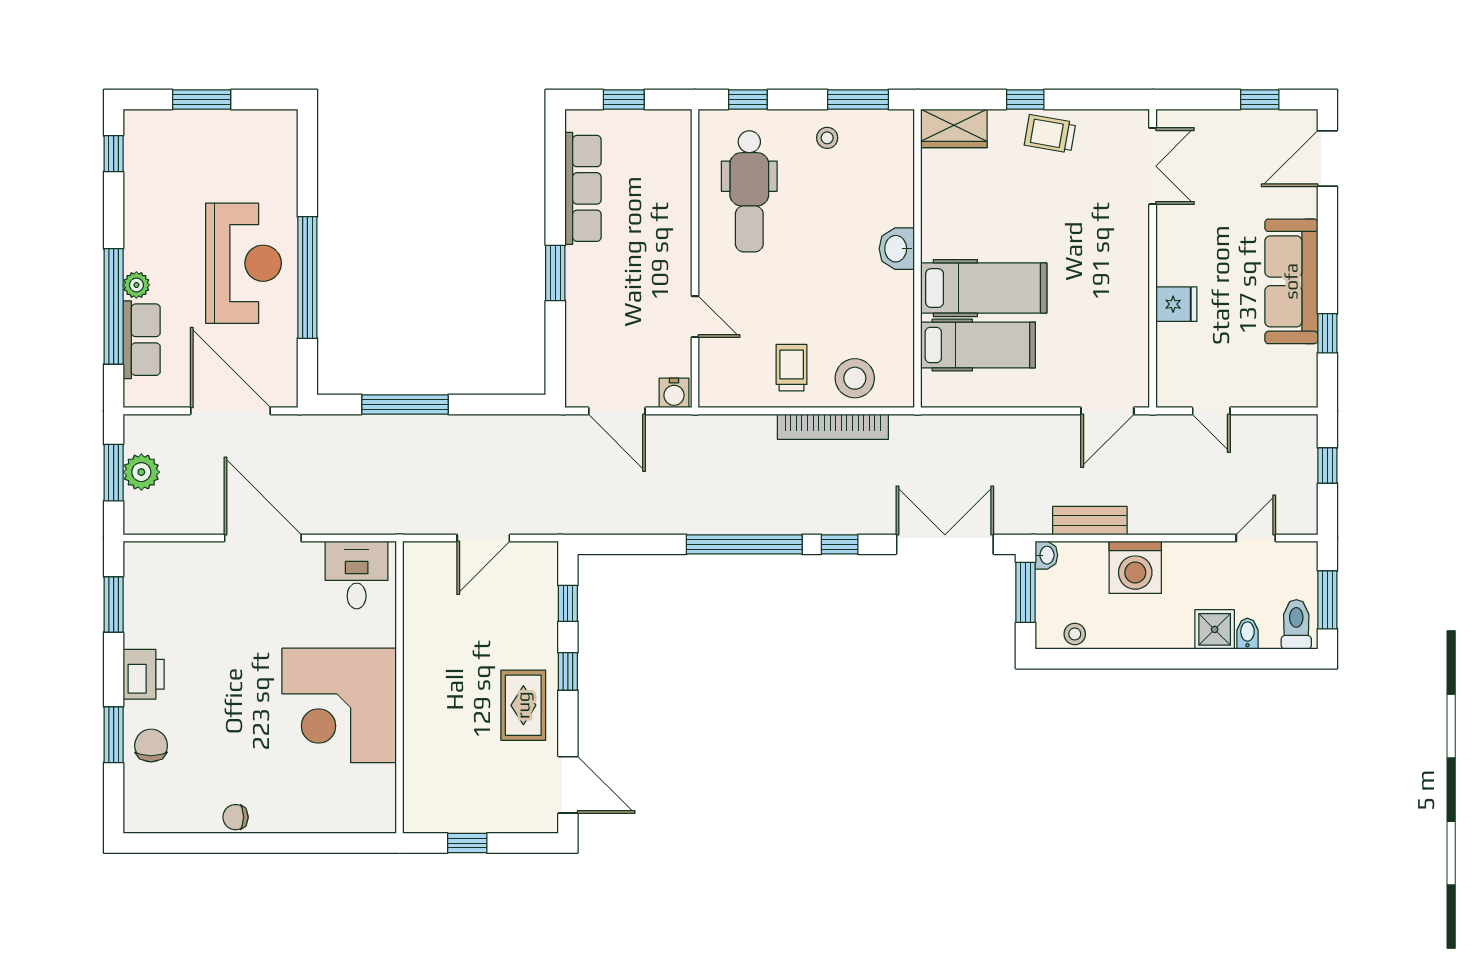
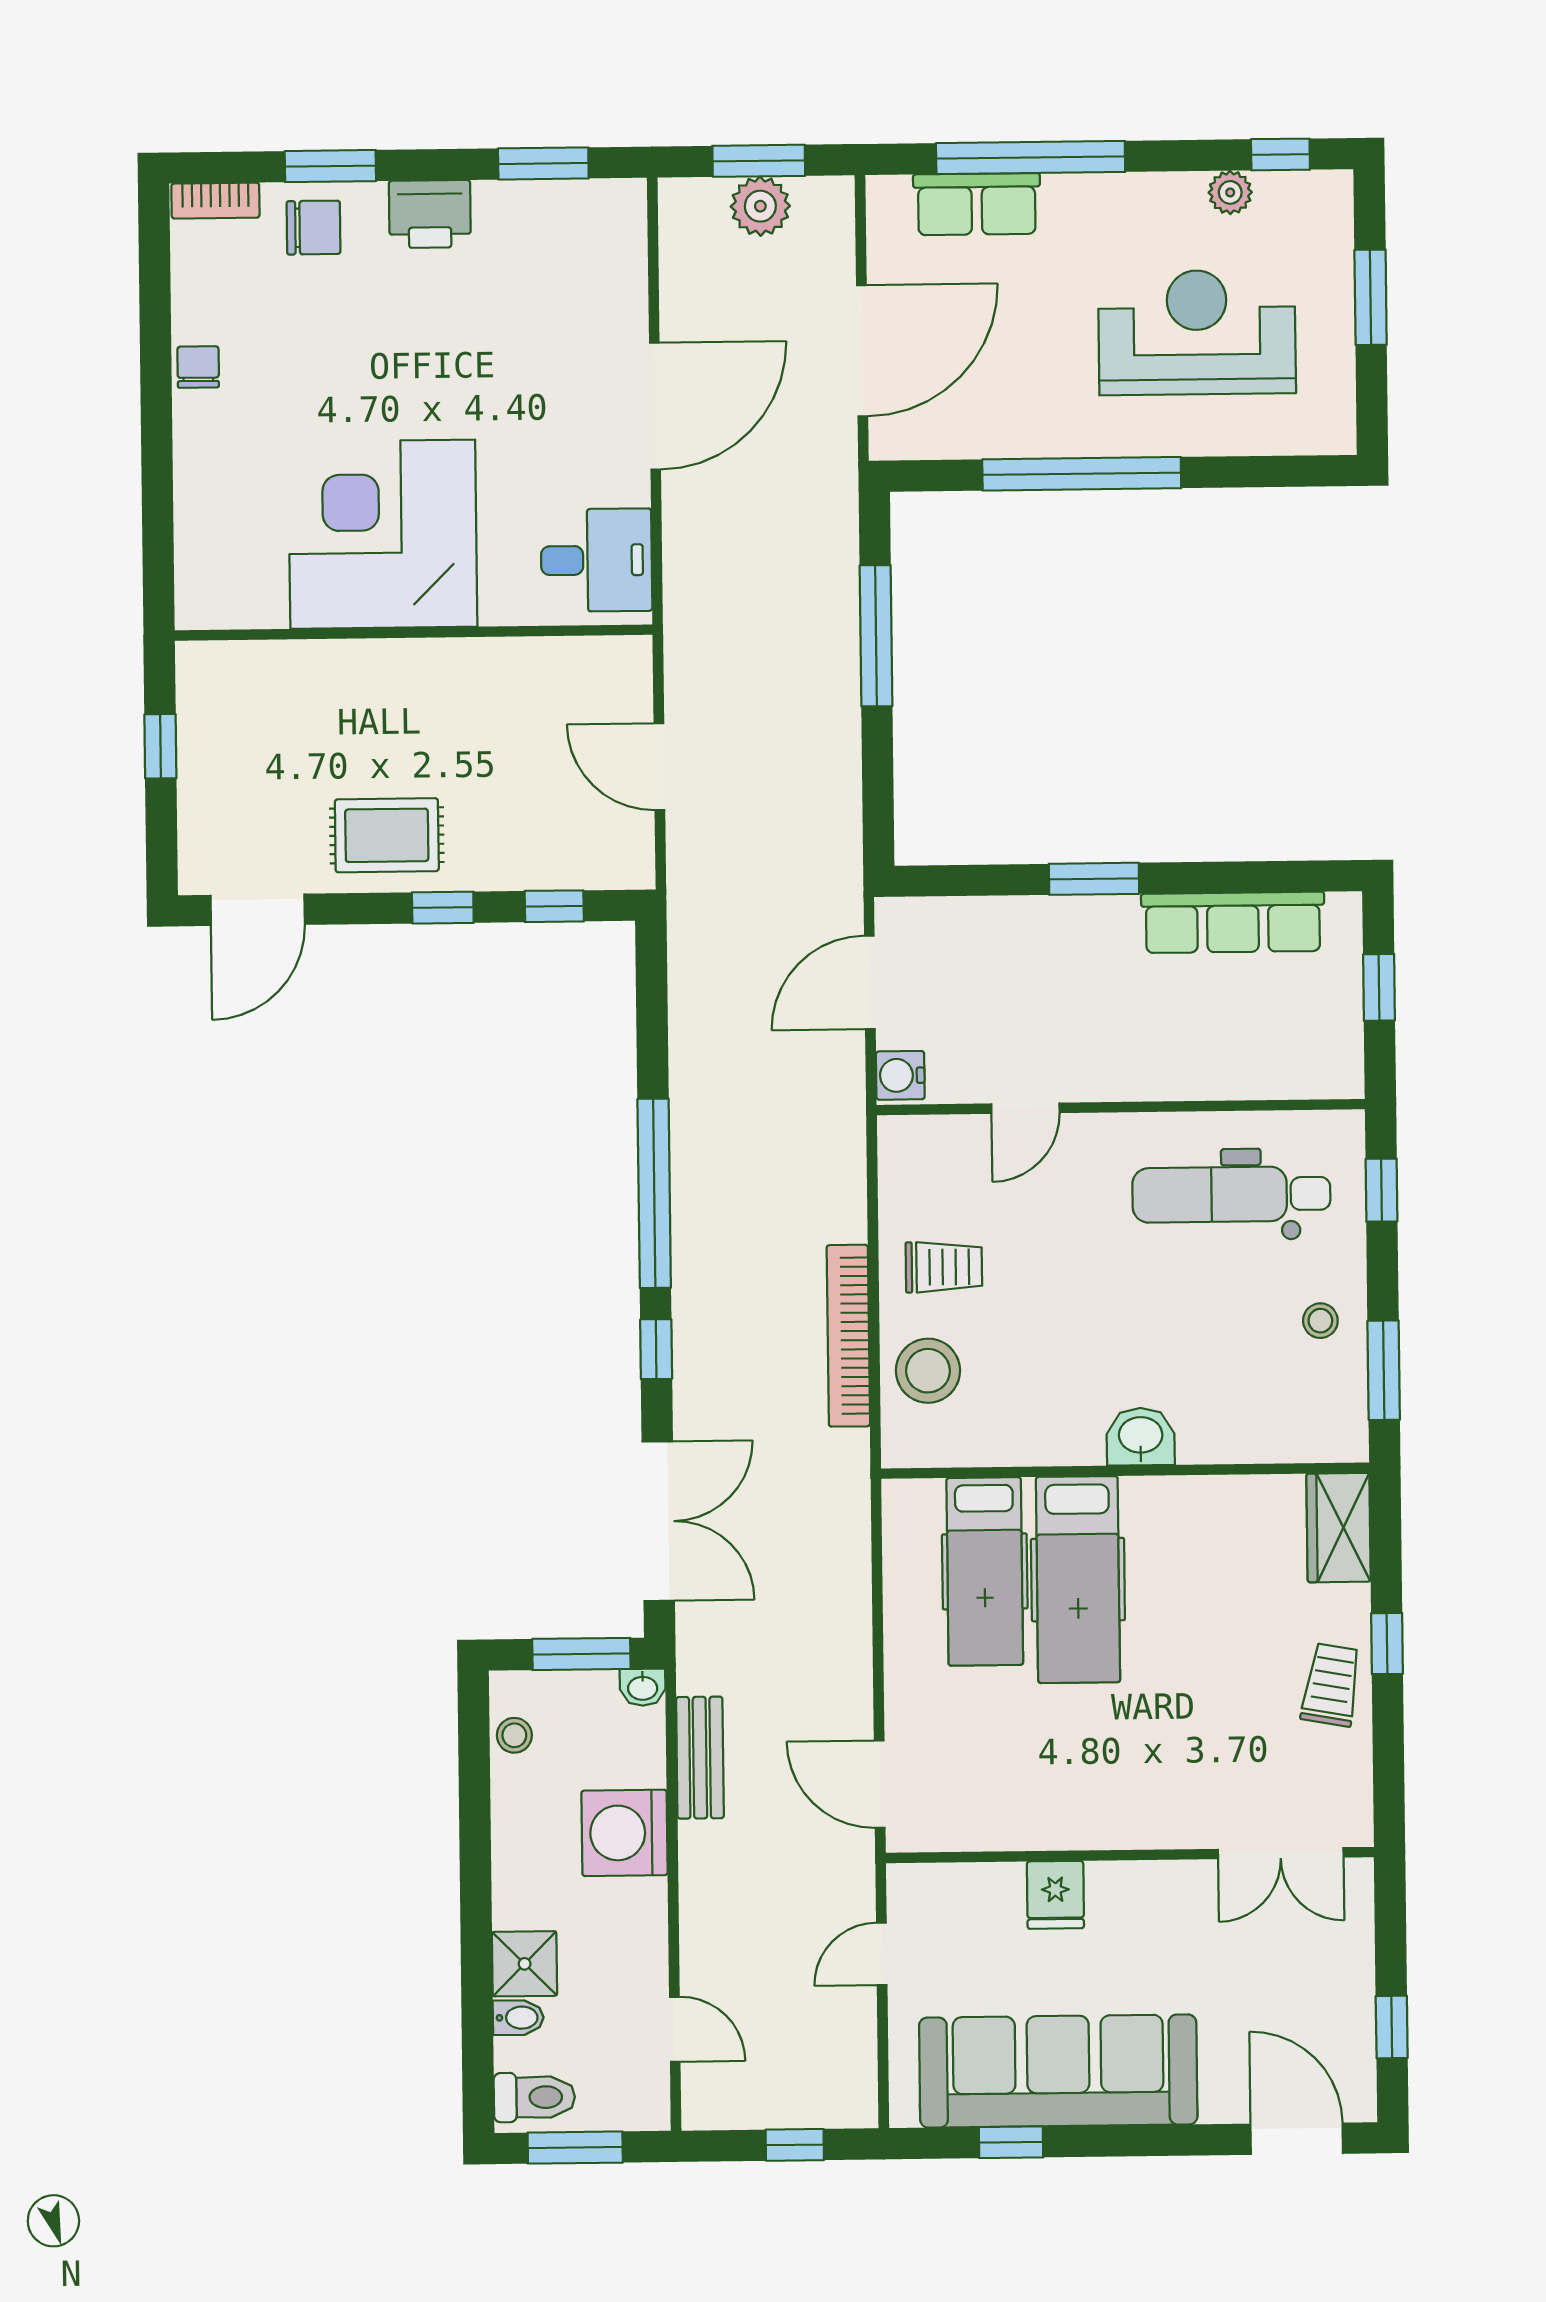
reception desk: (243, 263) -> (1197, 332), moved, turned 180
sofa: (1291, 281) -> (1058, 2071), width x1.36, depth x1.27
plant: (136, 285) -> (1230, 192), moved
bookcase: (134, 805) -> (215, 201), added

